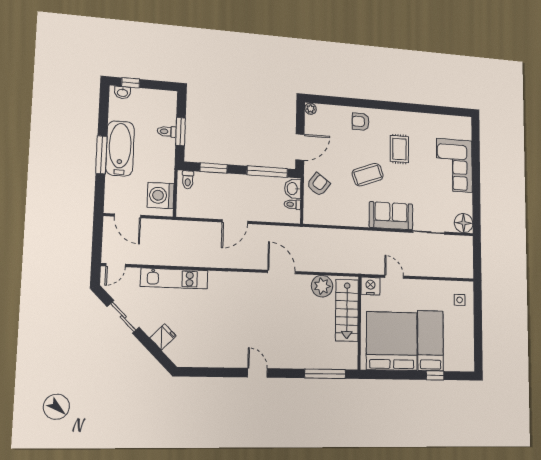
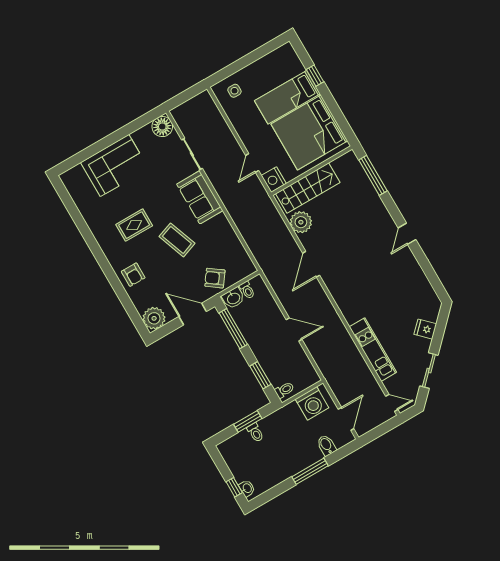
plant: (311, 109) -> (154, 318), width x1.88, depth x1.88
bathtub: (120, 148) -> (295, 460), removed
bidet: (115, 184) -> (326, 445), added

